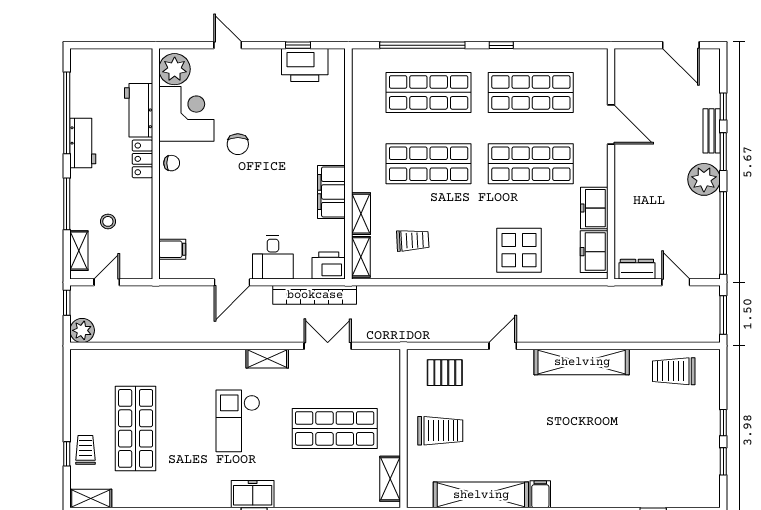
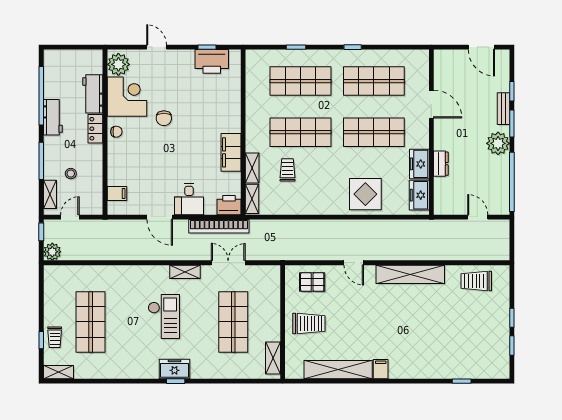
window: (422, 45) -> (296, 47), width x0.32
trolley: (413, 240) -> (287, 170), moved, turned -87
dresser: (637, 269) -> (441, 164), moved, turned 90
door: (232, 282) -> (160, 217), hinge flipped
window: (723, 315) -> (512, 241), removed
door: (503, 346) -> (354, 263), swing flipped
checkout: (238, 421) -> (164, 317), turned 180
shop shelf: (335, 428) -> (233, 322), turned 90
trolley: (85, 450) -> (55, 337), turned 180

